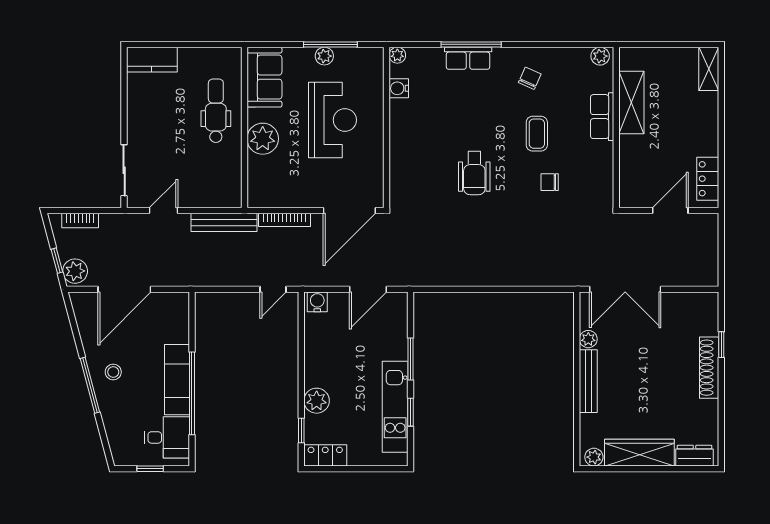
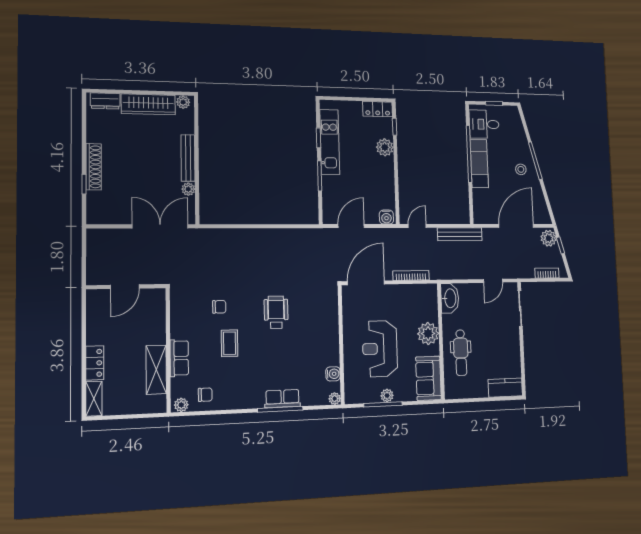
chair: (530, 78) -> (205, 395), moved, turned -114
locker: (708, 179) -> (95, 363), moved
washbasin: (229, 187) -> (450, 298), added
bench: (224, 222) -> (460, 234), moved

